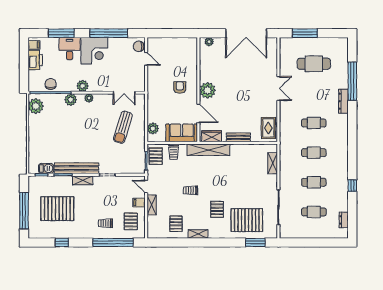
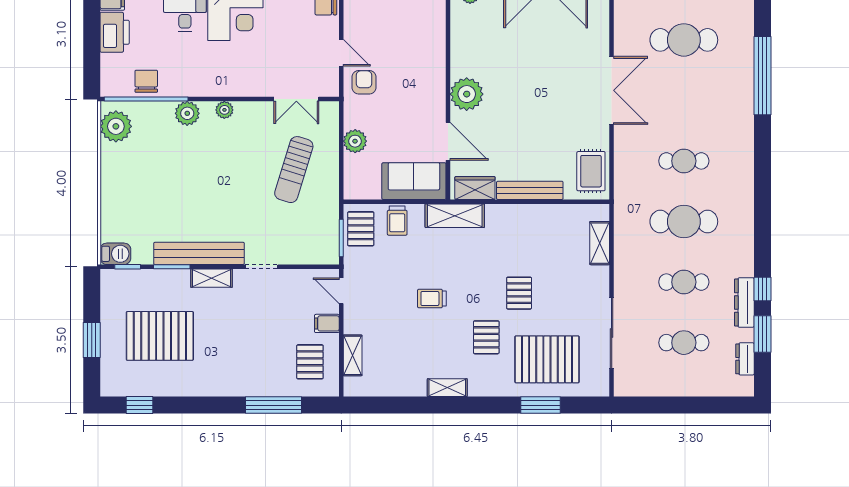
door: (146, 59) -> (341, 53), moved
plant: (83, 86) -> (211, 85), removed
armchair: (180, 88) -> (364, 82), moved
double door: (278, 89) -> (612, 90), width x1.37
dresser: (343, 101) -> (744, 303), moved
plant: (153, 128) -> (355, 141), moved
bench: (238, 137) -> (530, 190), width x1.36
shelving: (208, 150) -> (455, 216), width x0.68
cafe table: (314, 153) -> (684, 222), width x1.37, depth x1.35
barbecue: (46, 168) -> (115, 254), moved
shelving: (152, 205) -> (353, 355), moved
window: (352, 208) -> (762, 334), added
window: (24, 211) -> (92, 340), width x0.47
trolley: (105, 223) -> (258, 366), removed
pallet: (176, 224) -> (519, 293), moved
window: (62, 242) -> (139, 405), moved
window: (113, 242) -> (274, 405), width x0.68
window: (255, 242) -> (541, 405), moved

